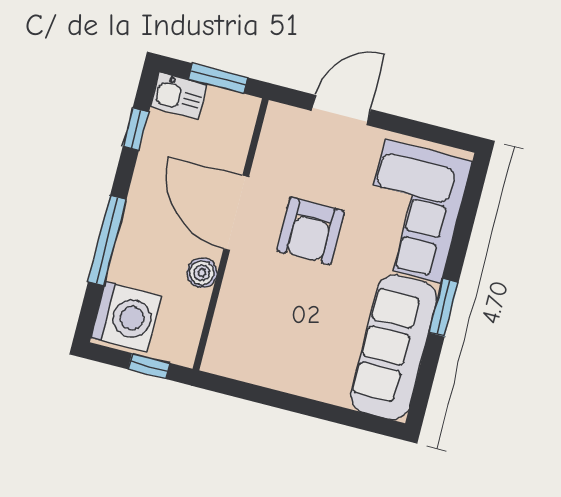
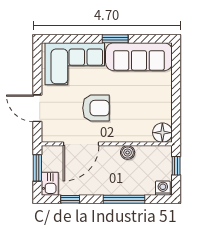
door: (236, 213) -> (81, 144), moved
washing machine: (126, 317) -> (163, 188), width x0.53, depth x0.53
floor lamp: (225, 355) -> (162, 133), added

